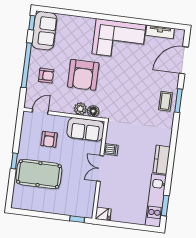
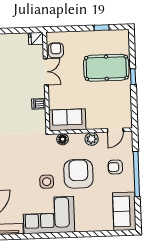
window: (32, 23) -> (138, 217), removed
side table: (115, 72) -> (47, 182), added
plant: (80, 109) -> (92, 139), moved
armchair: (49, 139) -> (56, 50), moved
double door: (100, 169) -> (46, 72), moved
window: (77, 219) -> (102, 28), moved

